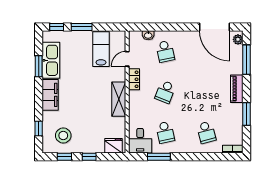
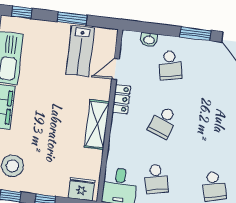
window: (82, 27) -> (72, 18), moved
window: (180, 27) -> (195, 34), added
lab bench: (101, 49) -> (80, 51), turned 180

